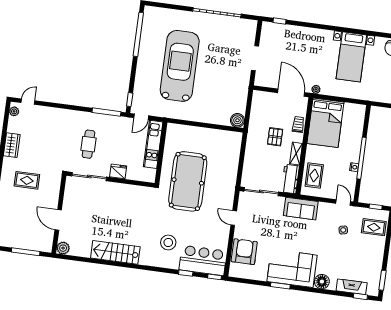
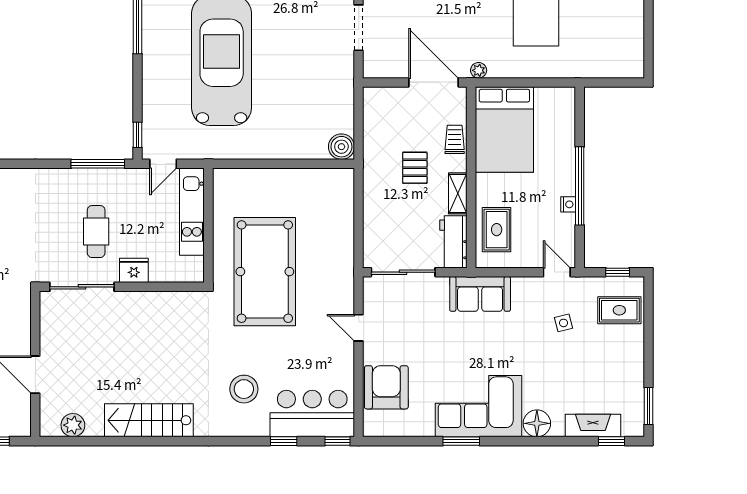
cafe table: (89, 144) -> (96, 232), moved
plant: (63, 248) -> (73, 425), moved

